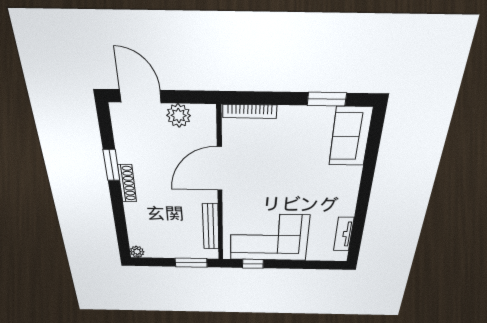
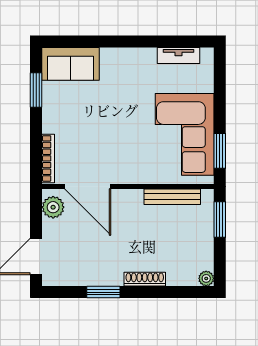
plant: (179, 115) -> (53, 207), moved
door: (220, 169) -> (88, 186), moved
shoe rack: (127, 183) -> (145, 279), moved
window: (253, 264) -> (220, 151), width x1.50

